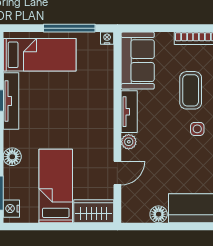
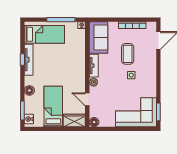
door: (117, 173) -> (87, 99), swing flipped
floor lamp: (159, 214) -> (94, 122), moved

